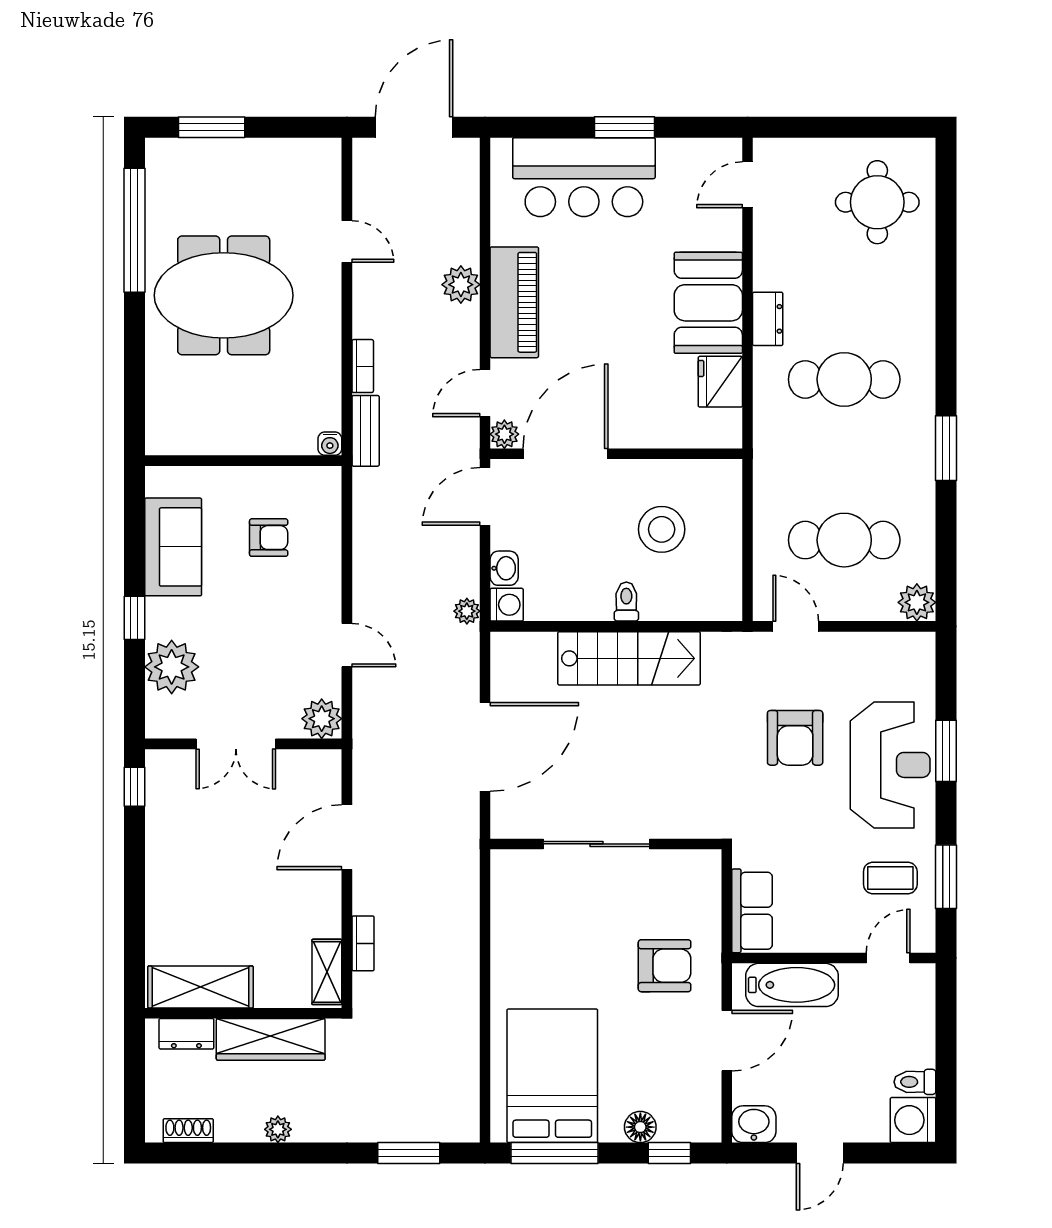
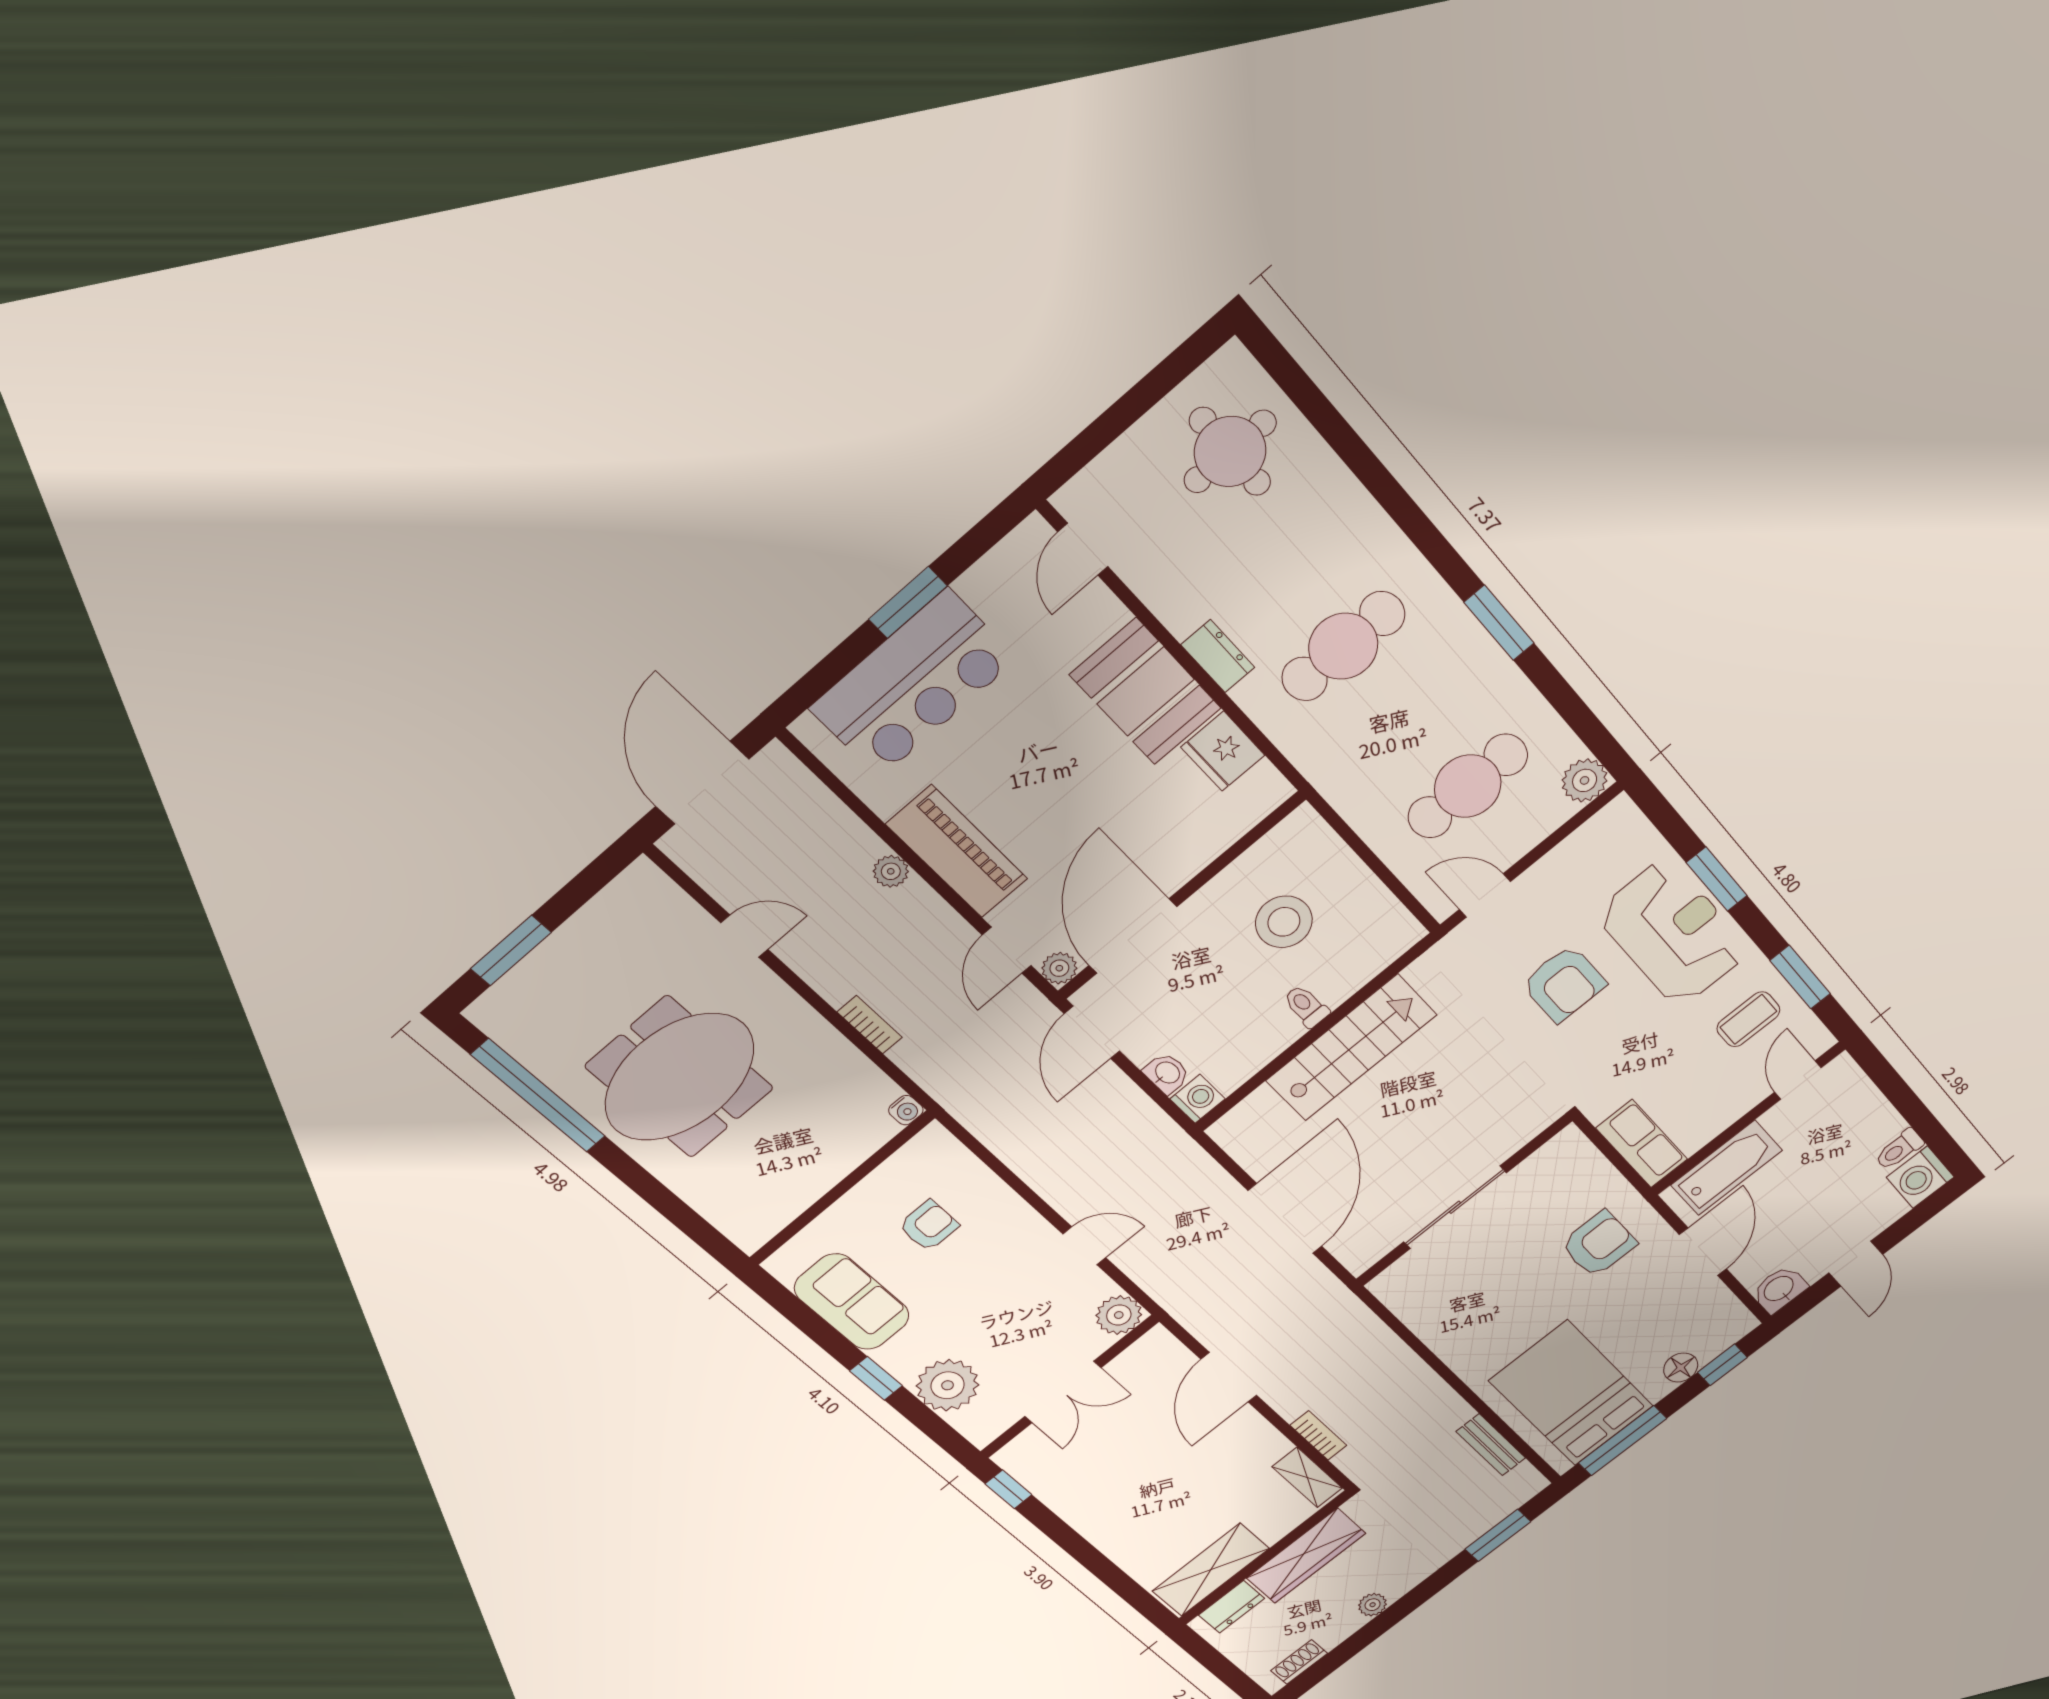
plant: (461, 285) -> (891, 871), width x0.73, depth x0.73
bench: (366, 431) -> (1491, 1445), moved
plant: (467, 611) -> (1166, 1133), removed

